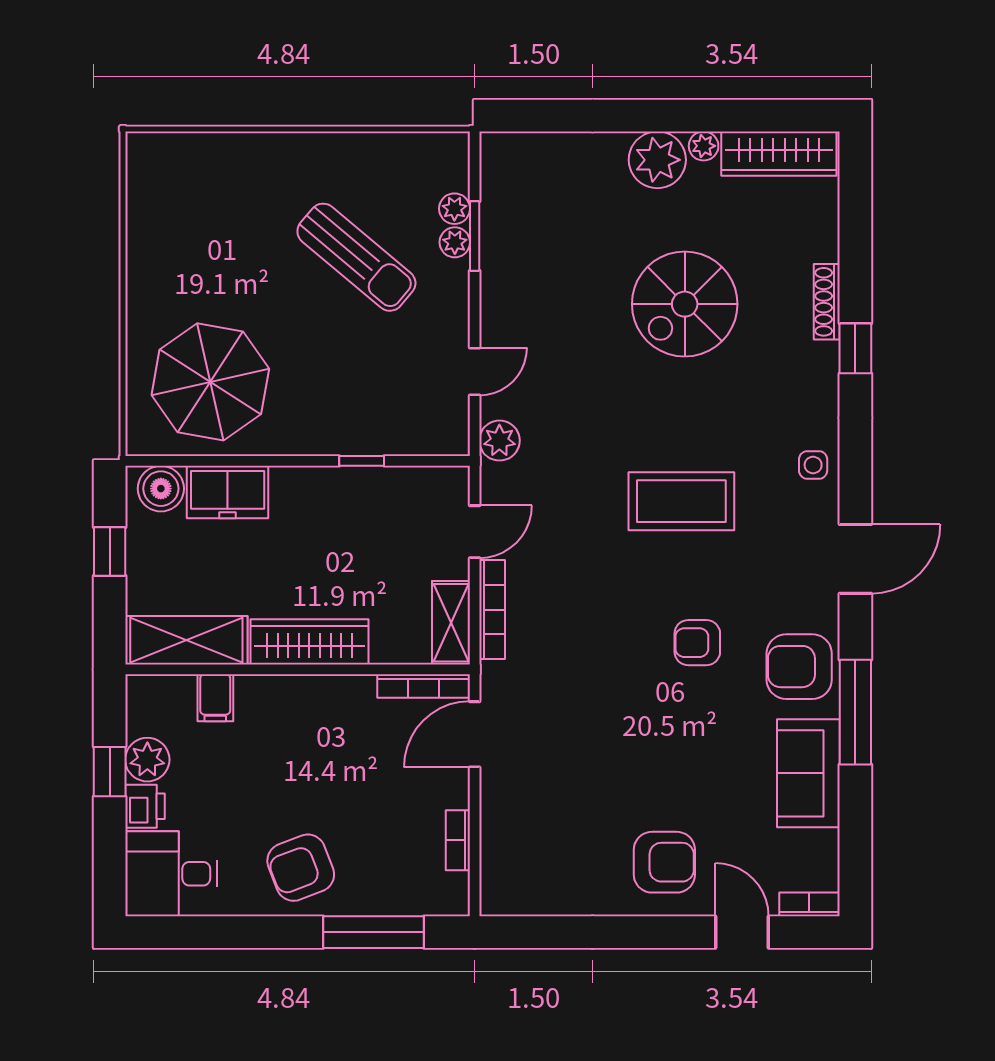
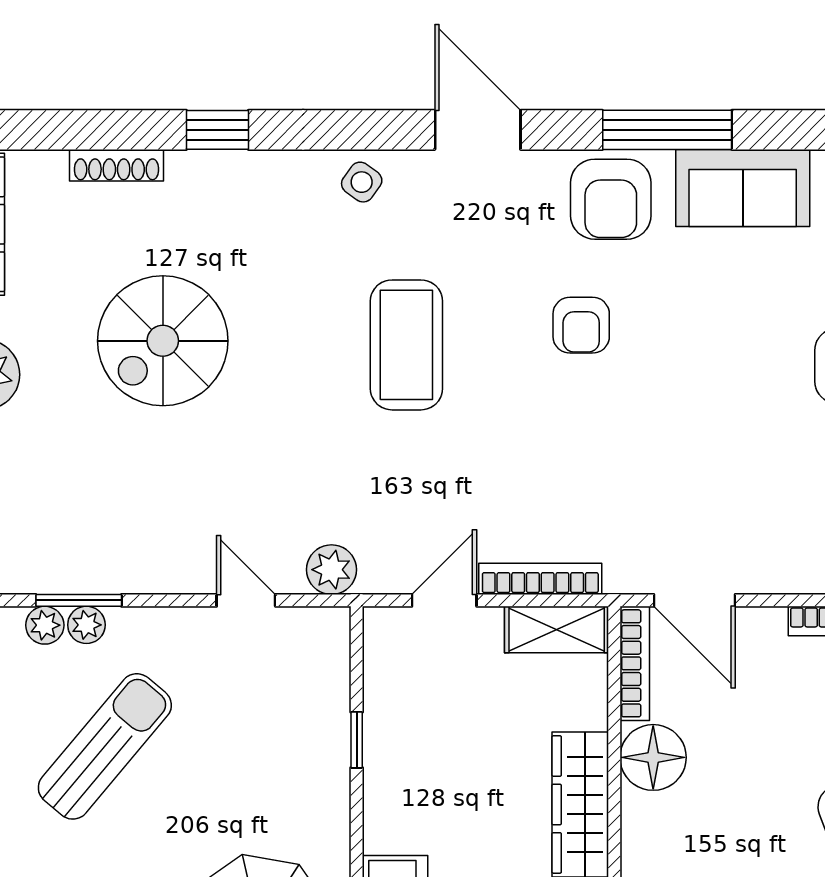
shoe rack: (827, 302) -> (117, 165), moved
spiral stairs: (685, 304) -> (163, 341), turned 90
side table: (813, 465) -> (362, 182), turned 36
door: (475, 532) -> (444, 600), hinge flipped
floor lamp: (347, 701) -> (653, 757), added

